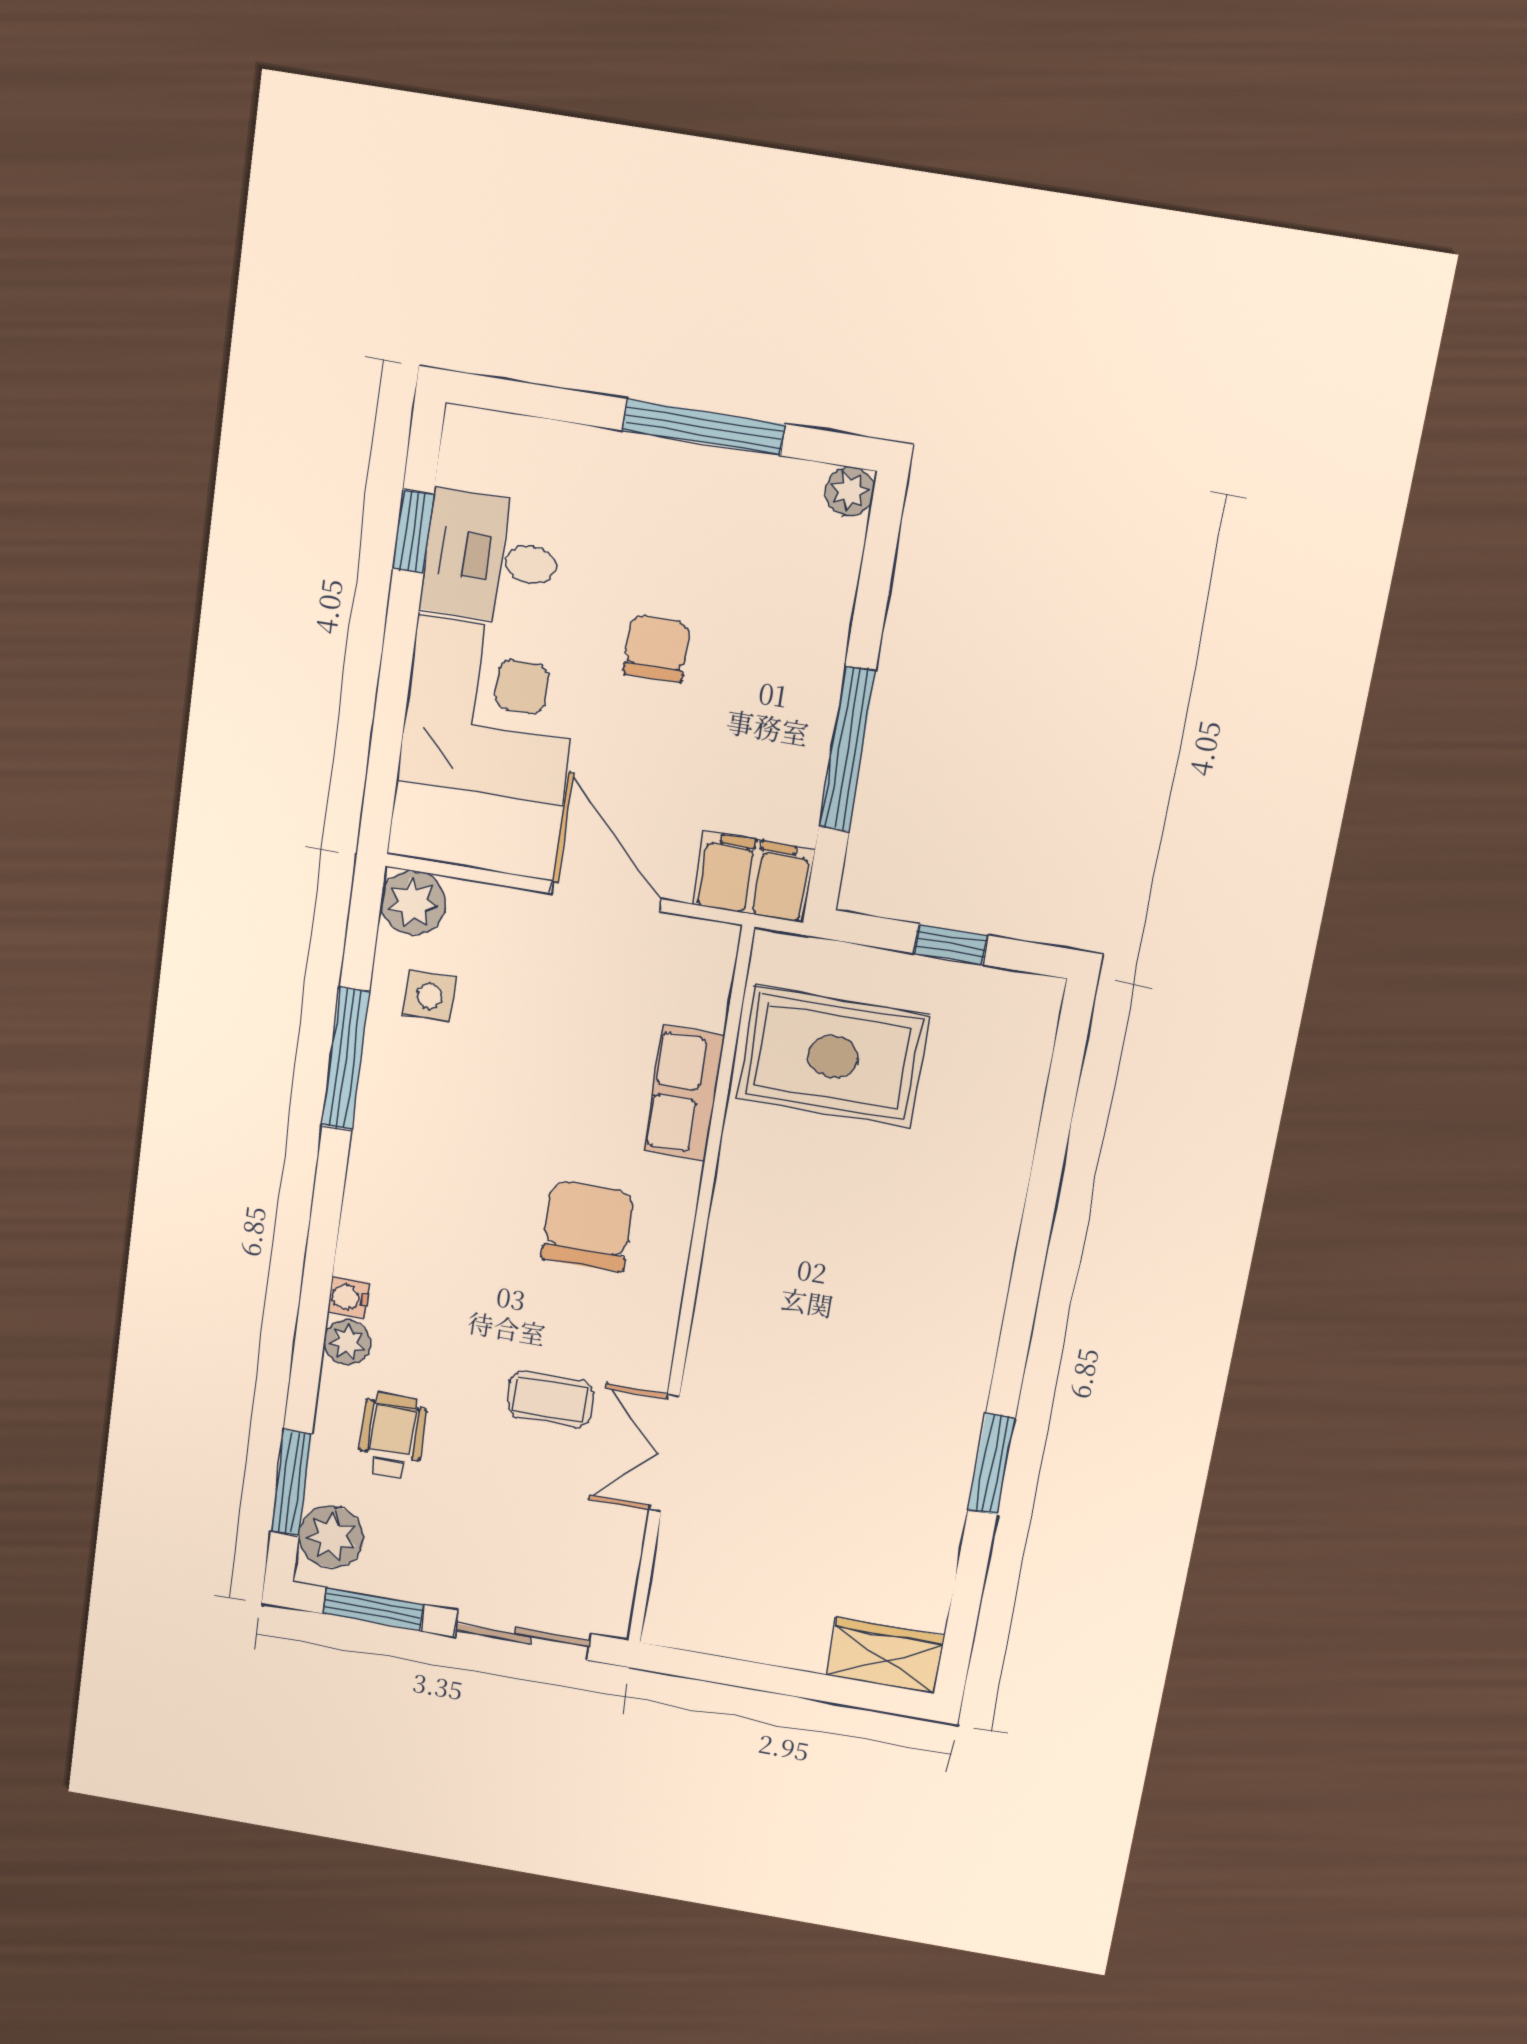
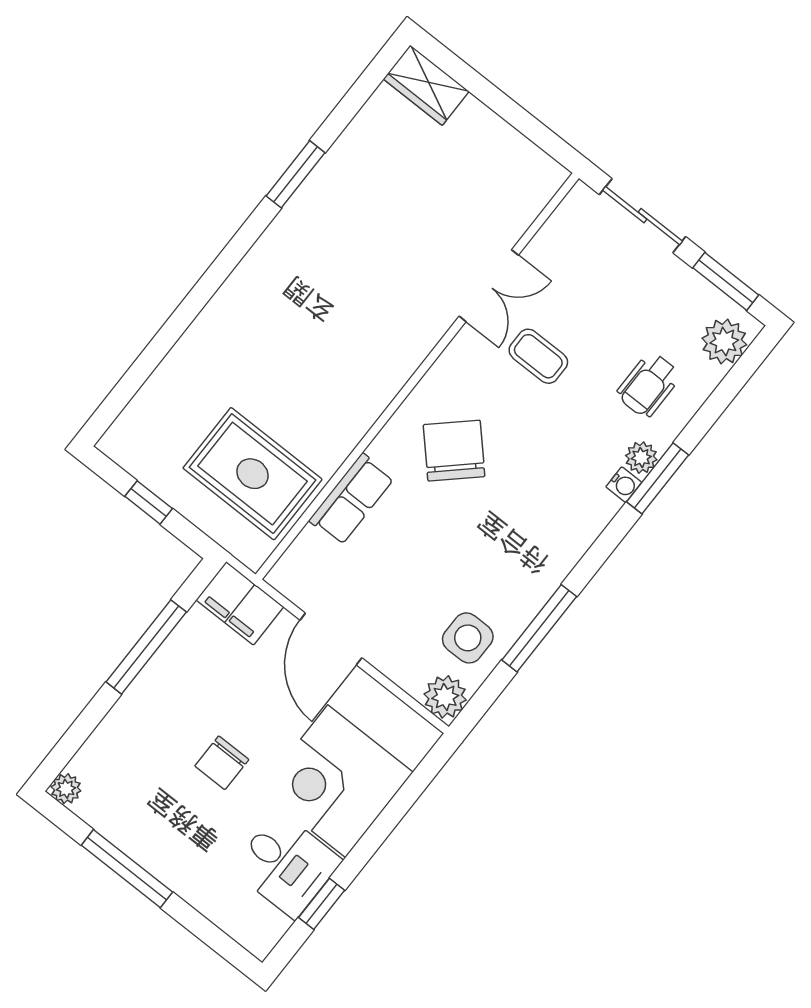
side table: (429, 996) -> (468, 638), width x1.37, depth x1.37
chair: (588, 1226) -> (454, 451), turned 137
window: (291, 1483) -> (658, 478), moved

